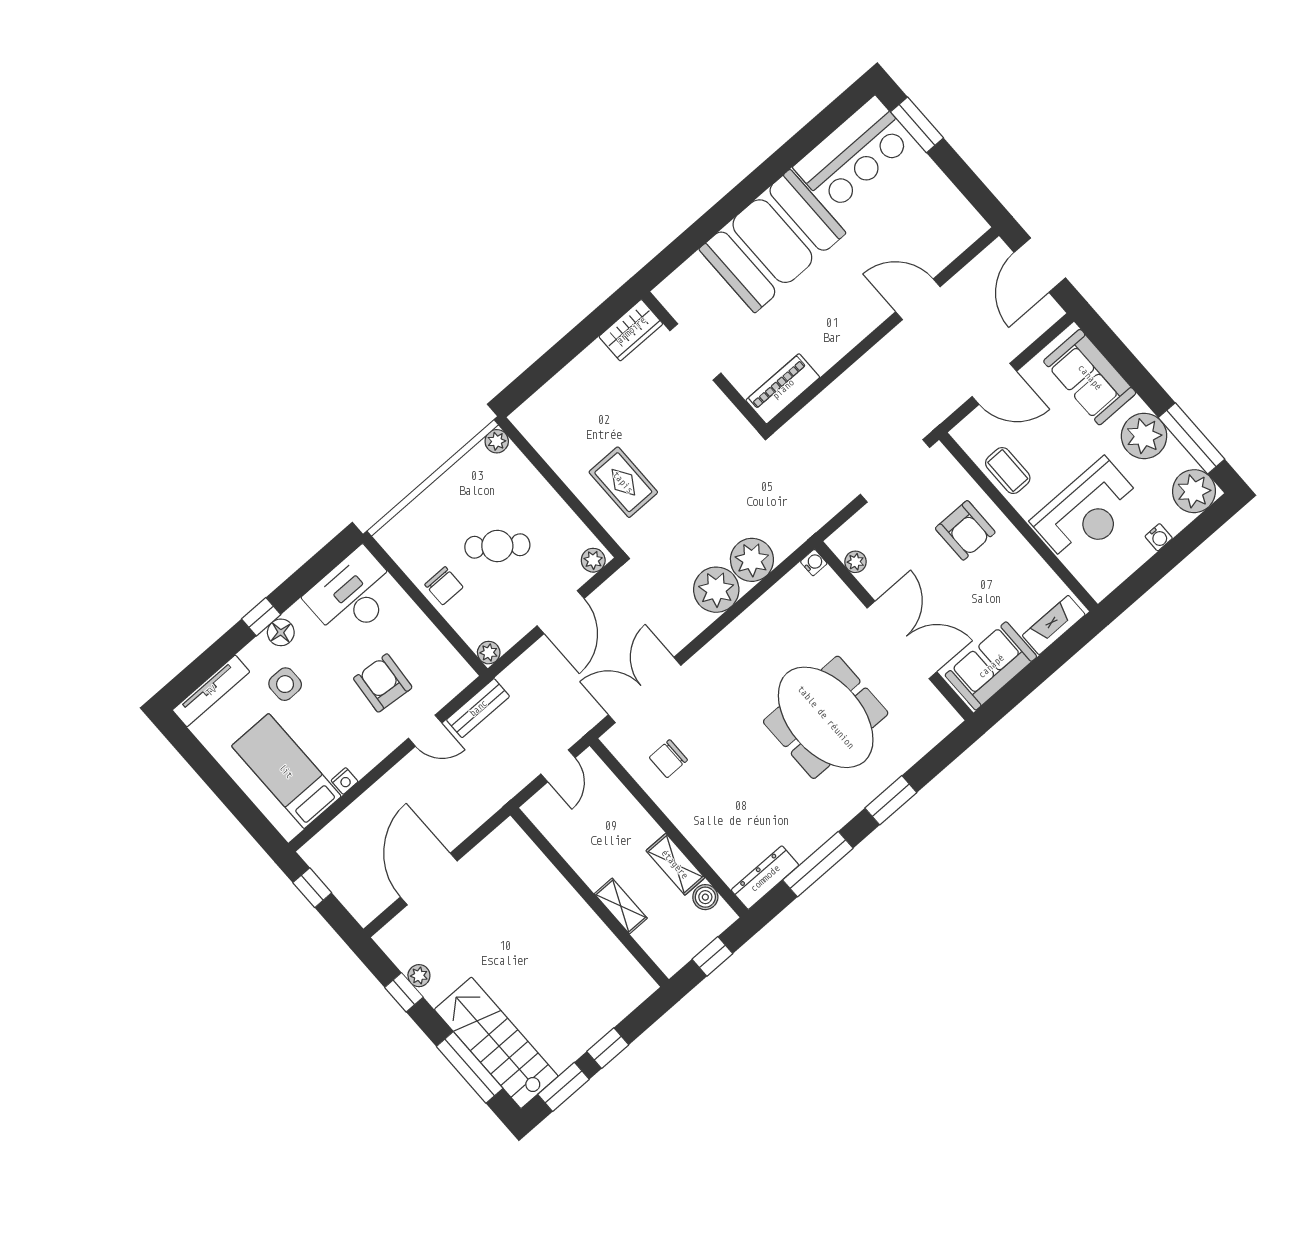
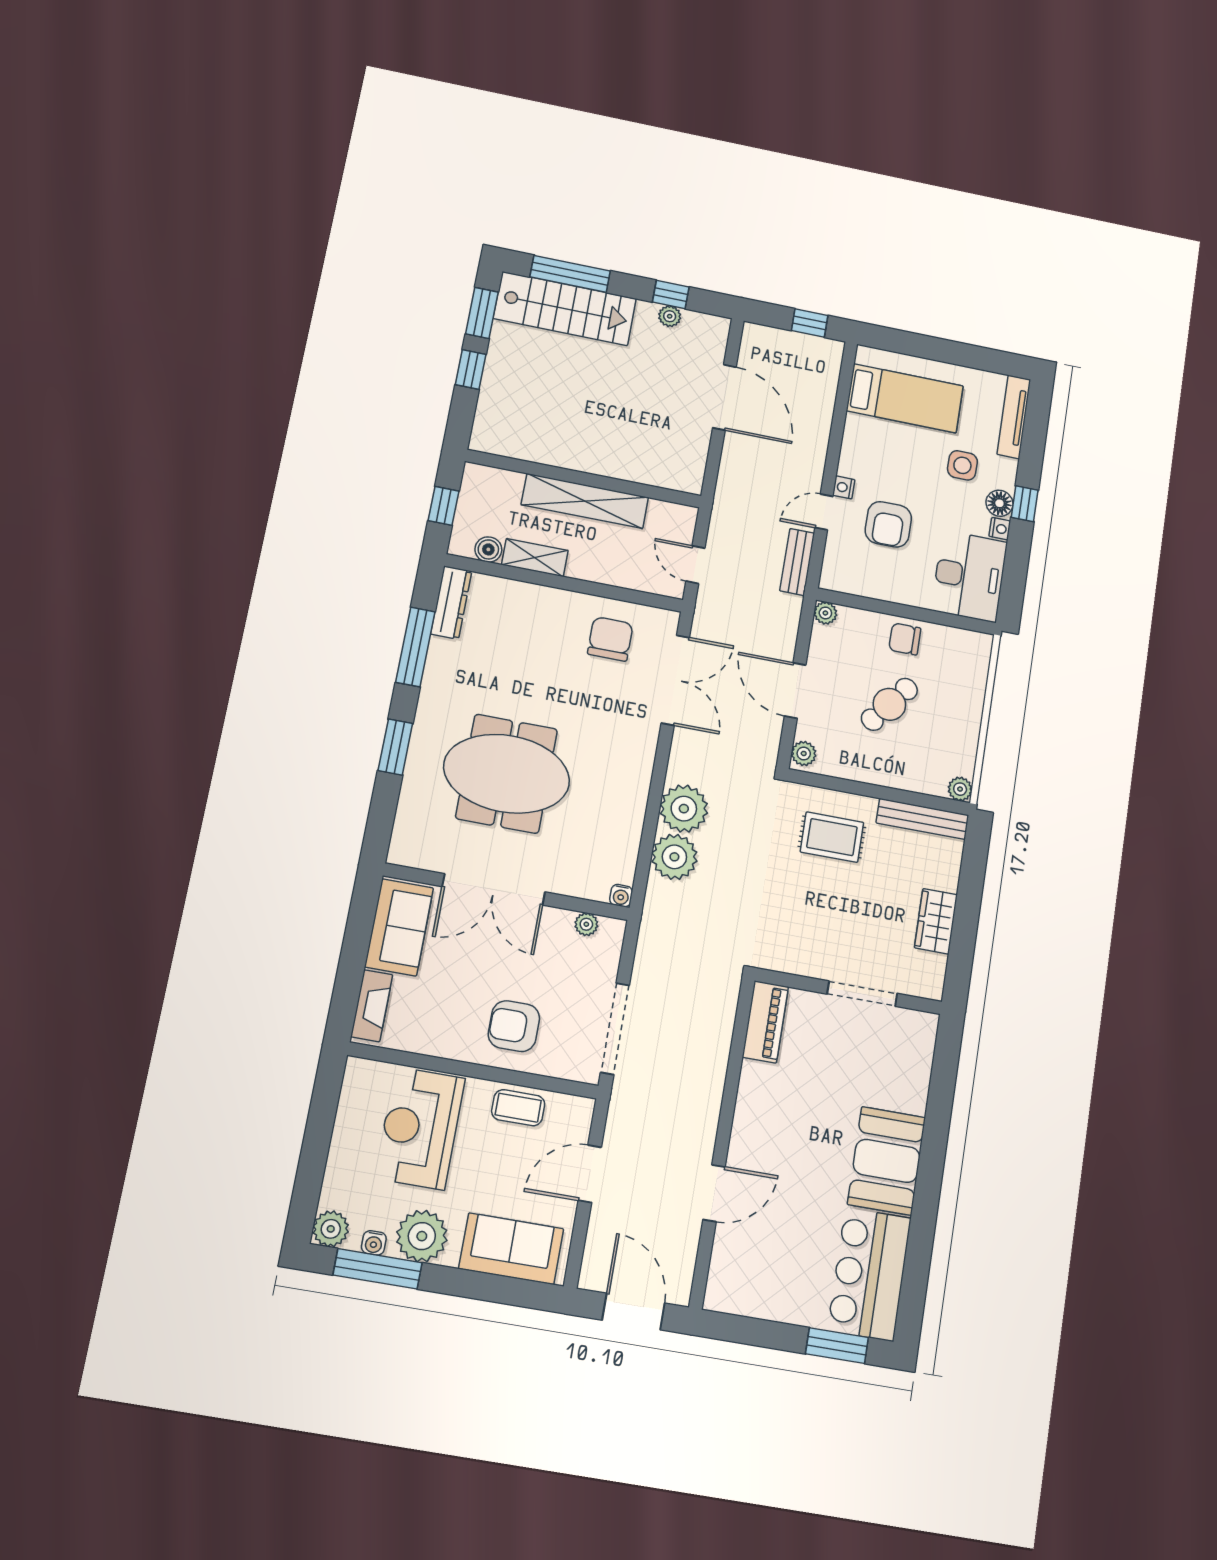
booth: (772, 241) -> (887, 1161), width x0.73, depth x0.70
wardrobe: (631, 330) -> (936, 921), moved
bench: (544, 442) -> (922, 819), added
plant: (1194, 491) -> (331, 1229), width x0.73, depth x0.73
water cooler: (1159, 537) -> (374, 1243), moved, turned -90
nightstand: (297, 613) -> (1000, 529), added
armchair: (383, 683) -> (888, 524), turned 85
chair: (668, 759) -> (610, 639), width x1.37, depth x1.37
nightstand: (345, 781) -> (844, 487), moved
shelving: (621, 906) -> (585, 501), width x2.20, depth x1.33

